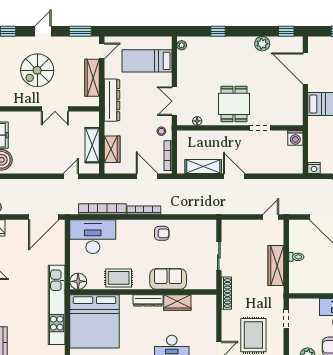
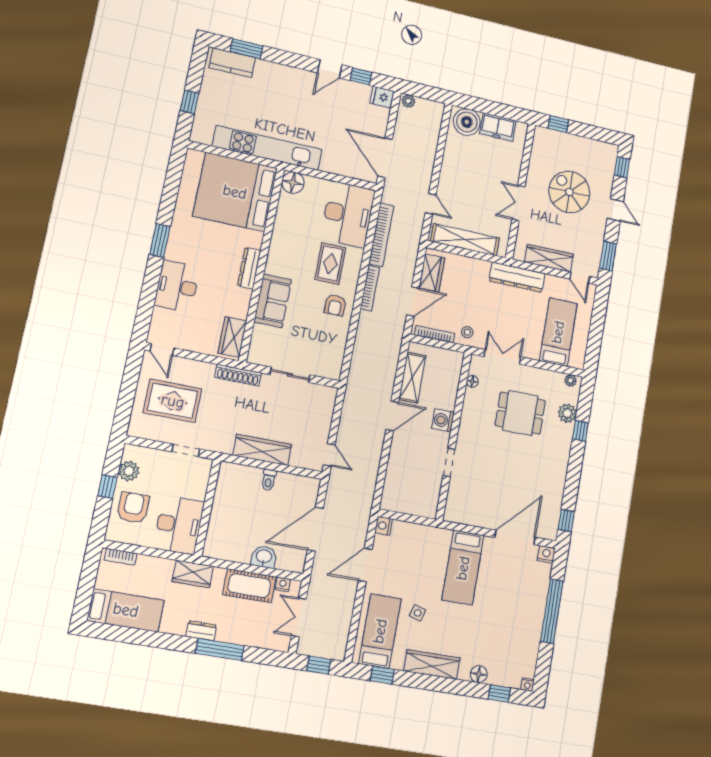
nightstand: (314, 42) -> (546, 554), added
plant: (262, 44) -> (567, 413), moved
dining table: (234, 104) -> (520, 413), moved
washing machine: (295, 138) -> (443, 420), moved
shelving: (92, 145) -> (465, 240), width x1.47
wardrobe: (112, 149) -> (432, 273), moved, turned -90
rug: (119, 278) -> (330, 264), moved
wardrobe: (177, 302) -> (232, 337), moved

